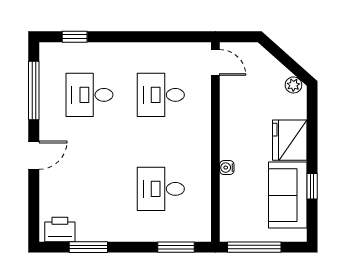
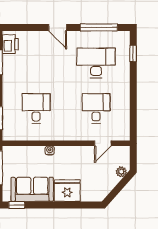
door: (215, 62) -> (103, 143), moved
plant: (294, 85) -> (121, 172), moved
desk: (89, 95) -> (96, 63), width x1.37
window: (312, 186) -> (17, 205), moved

